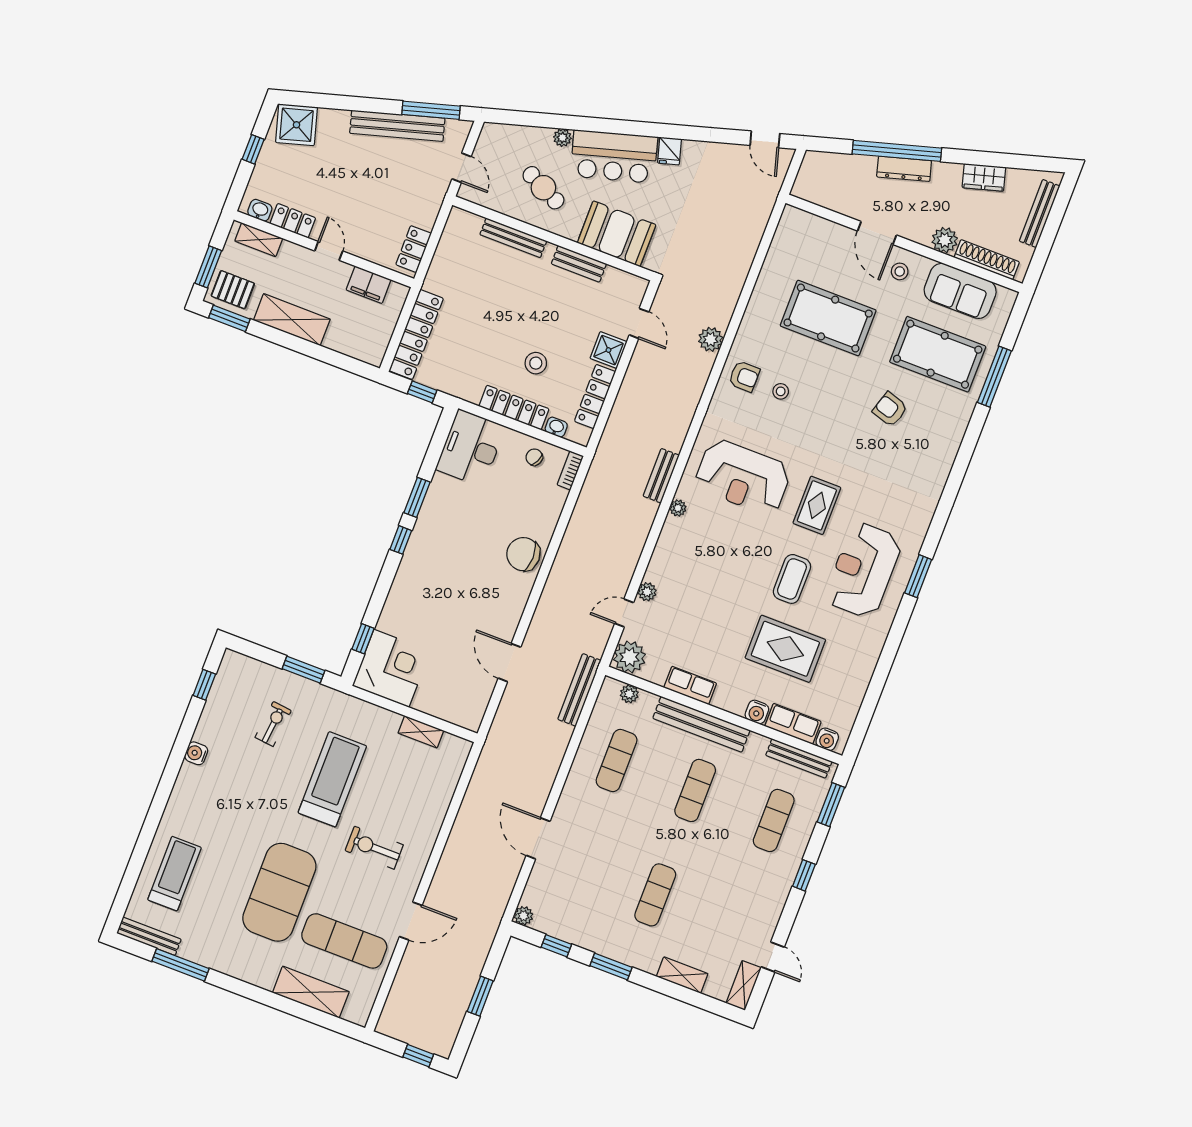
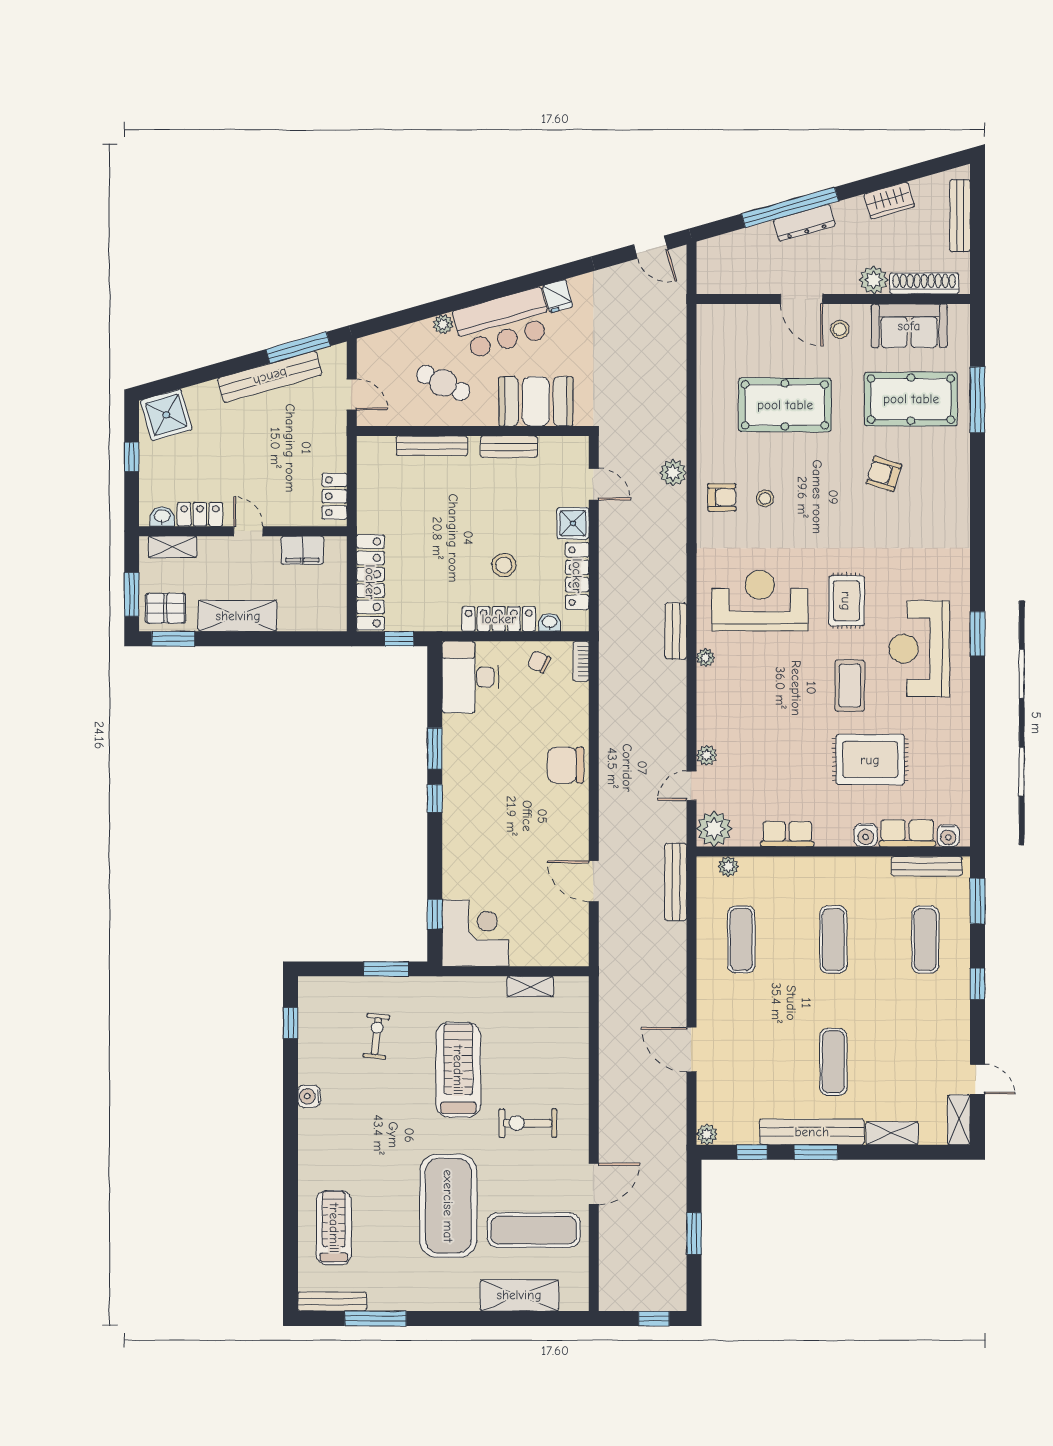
reception desk: (743, 477) -> (760, 601), turned 180
bench: (701, 724) -> (812, 1132), moved

